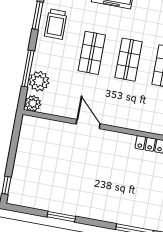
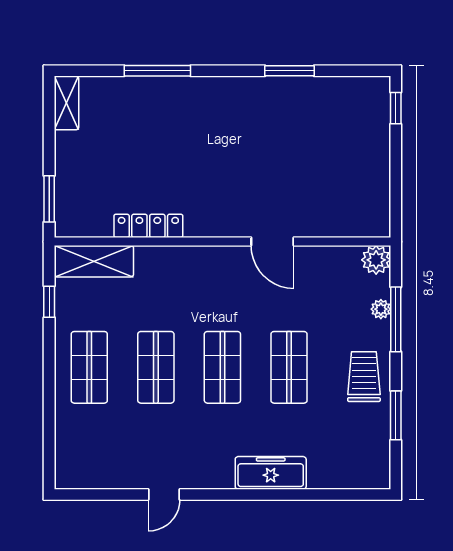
trolley: (56, 24) -> (364, 377), moved
plant: (39, 81) -> (381, 309), width x0.53, depth x0.53

